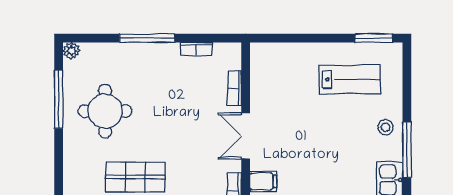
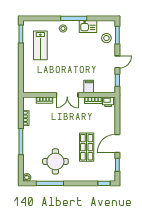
lab bench: (350, 79) -> (40, 45), turned 180

